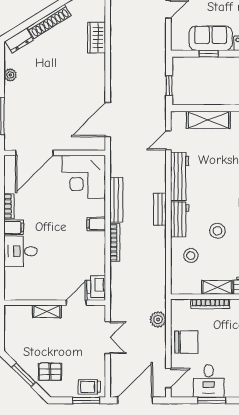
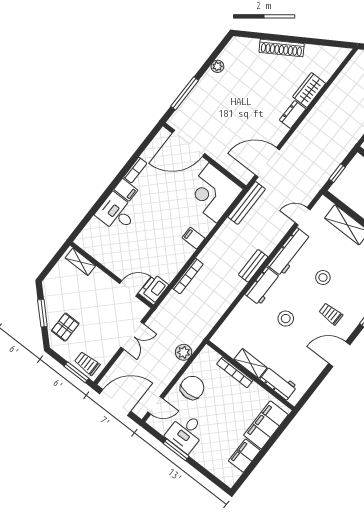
dresser: (19, 41) -> (293, 114), moved, turned 122
bench: (116, 200) -> (247, 203), moved
bookcase: (115, 242) -> (188, 276), moved
stool: (191, 256) -> (323, 277), moved
shelving: (47, 311) -> (80, 262), moved
chair: (186, 342) -> (192, 388), turned -90
pallet: (50, 372) -> (65, 327), turned 90

